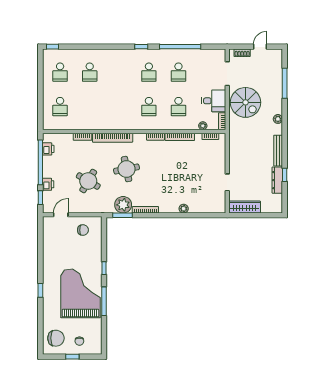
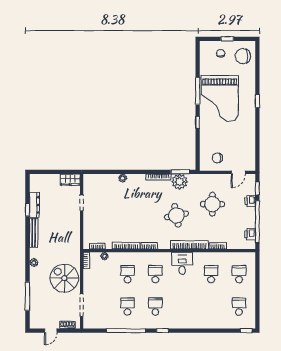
school desk: (90, 72) -> (211, 274), moved
desk: (214, 101) -> (182, 263), moved, turned 90
round table: (88, 181) -> (212, 204), turned -30
wardrobe: (245, 207) -> (70, 180), width x0.67

